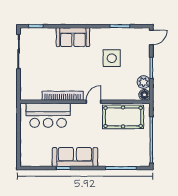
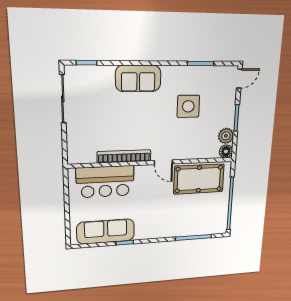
door: (94, 102) -> (163, 162), swing flipped
sofa: (75, 157) -> (106, 232), moved

